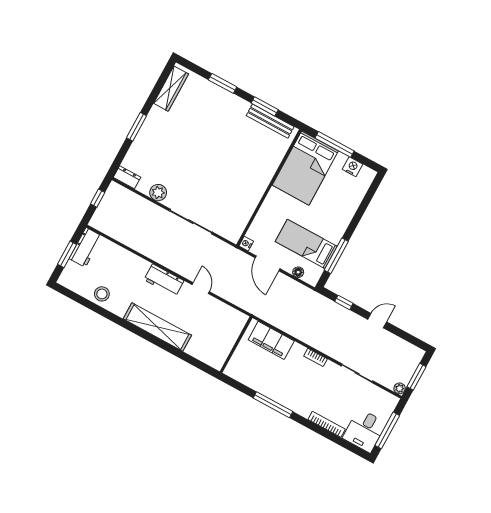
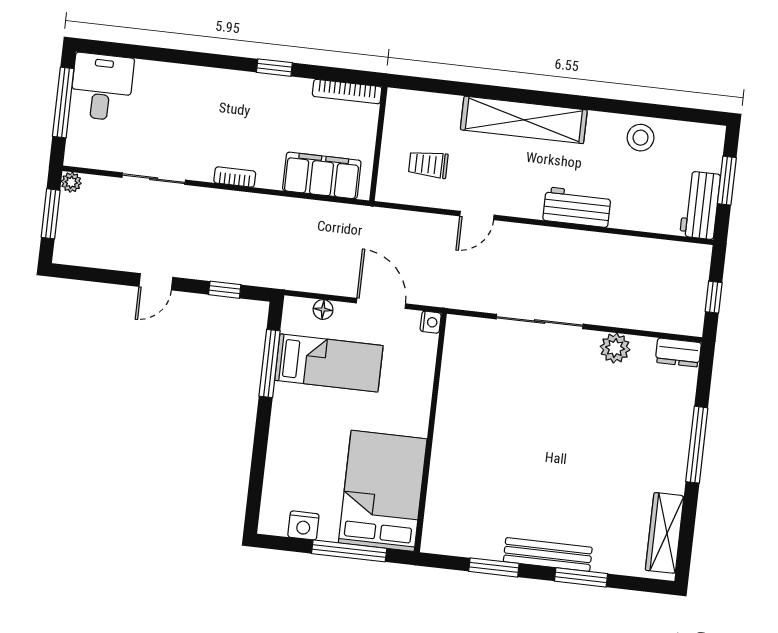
bench: (270, 121) -> (548, 554), moved
window: (137, 127) -> (697, 445), width x1.44
workbench: (164, 280) -> (577, 207), moved
door: (201, 288) -> (477, 216), hinge flipped
trolley: (215, 324) -> (428, 164), added
window: (273, 405) -> (274, 68), width x0.46
bookcase: (327, 424) -> (347, 92), moved

